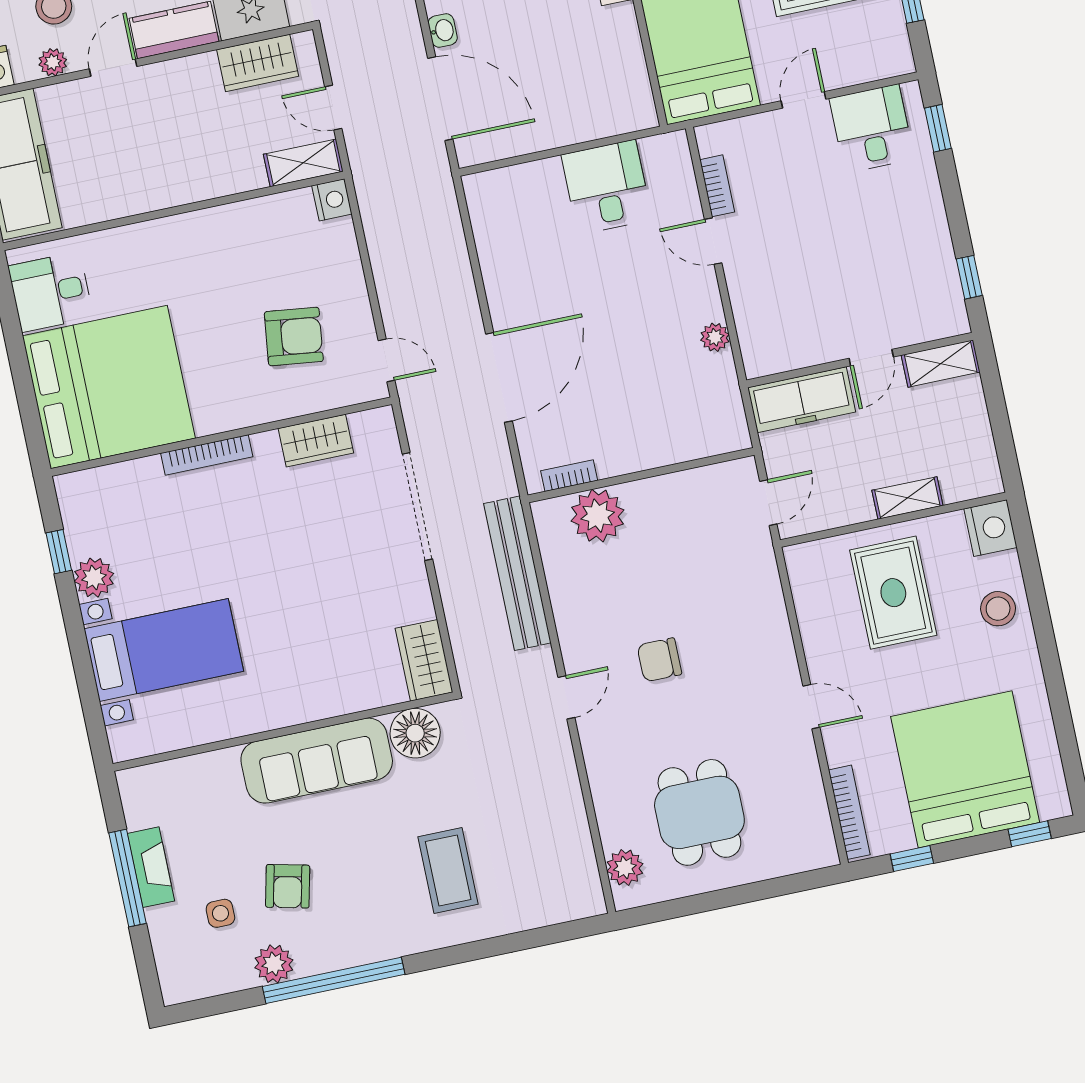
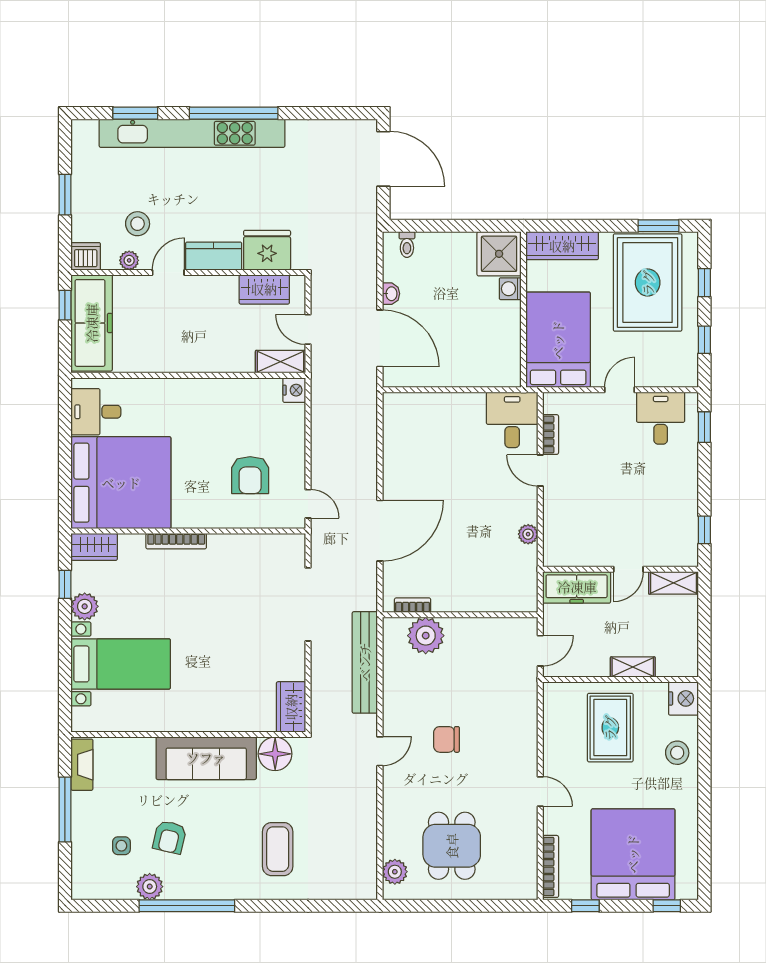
desk: (607, 187) -> (512, 420), moved
armchair: (294, 337) -> (250, 475), turned 83
wardrobe: (316, 441) -> (94, 547), moved
fireplace: (151, 867) -> (82, 765), moved

